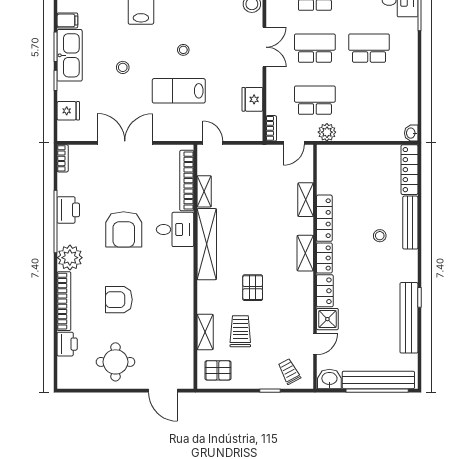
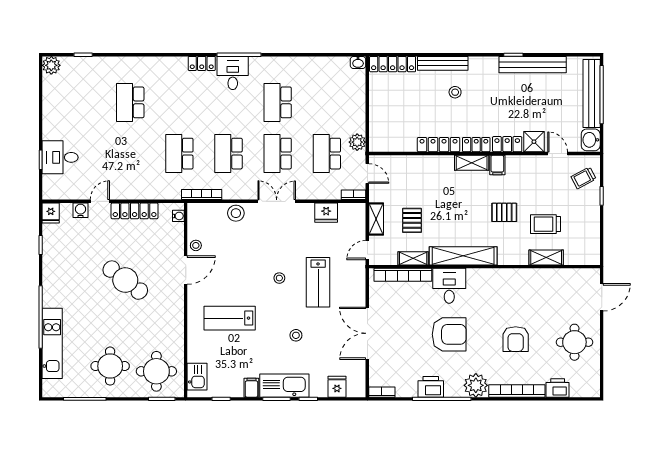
shelving: (306, 200) -> (376, 219), moved, turned 90
filing cabinet: (303, 280) -> (497, 165), added
pallet: (218, 370) -> (412, 220), moved

